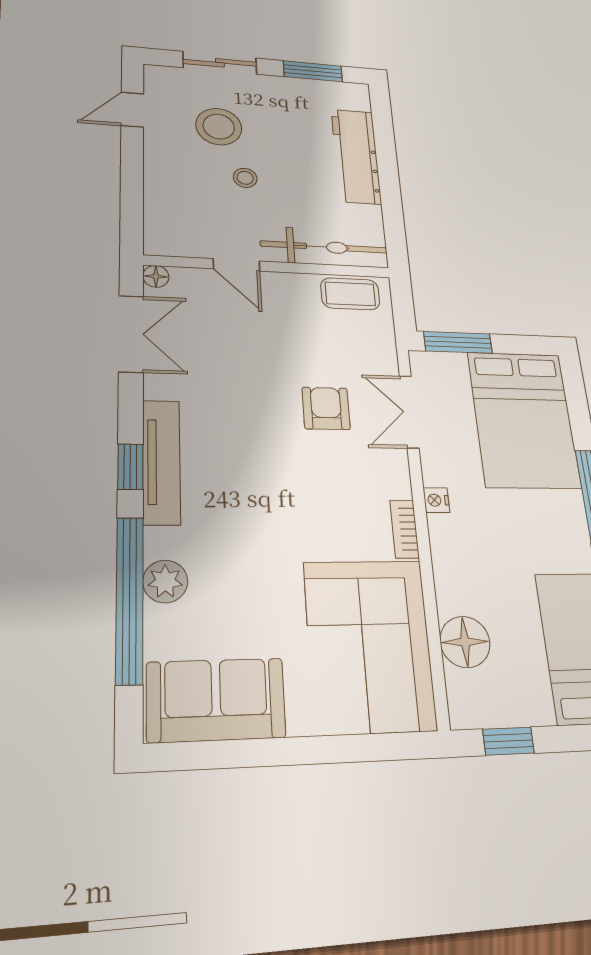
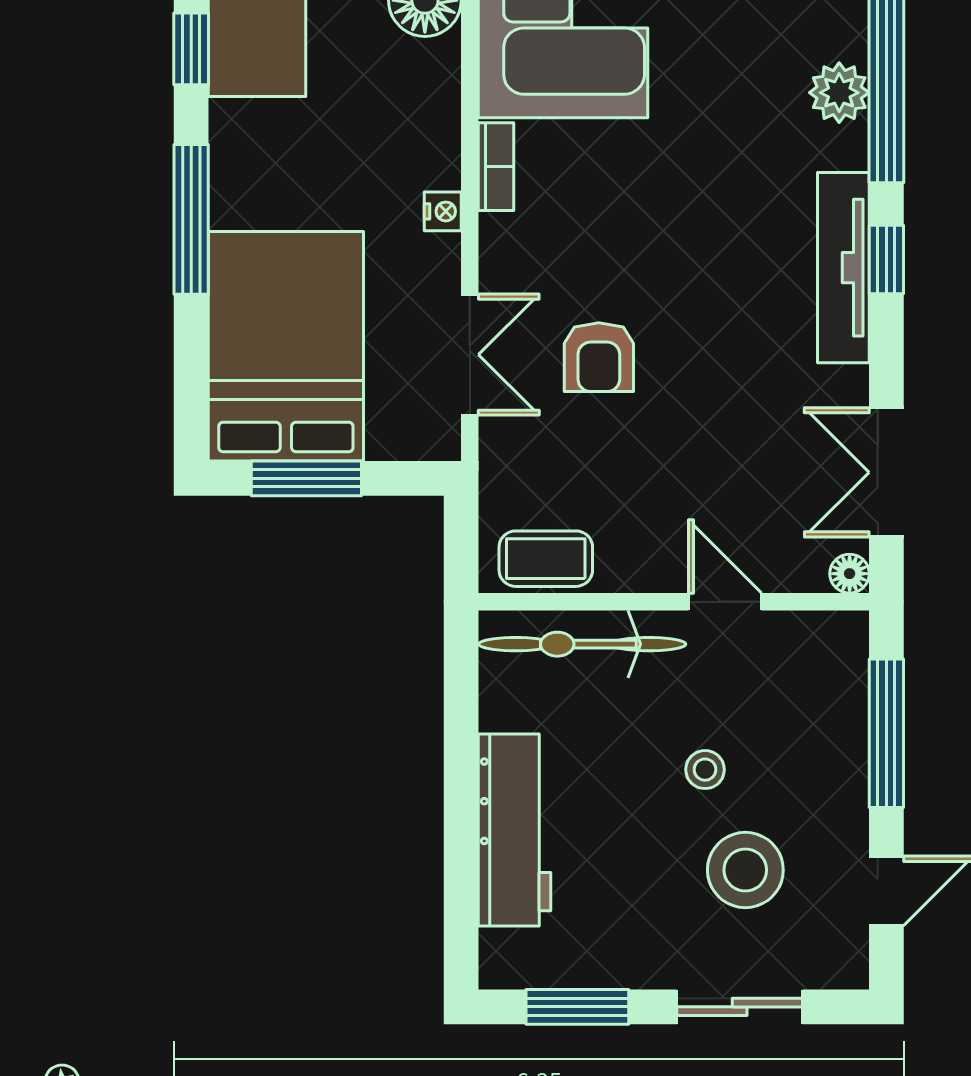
window: (132, 189) -> (886, 733), added
window: (458, 342) -> (306, 478), moved

